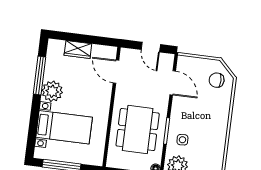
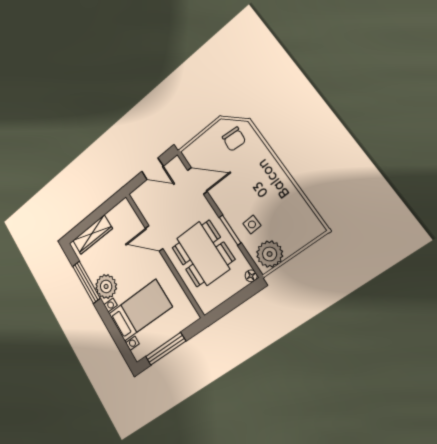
wardrobe: (78, 50) -> (93, 235), width x1.50
door: (116, 72) -> (154, 238), moved
chair: (217, 80) -> (234, 139), turned -85

